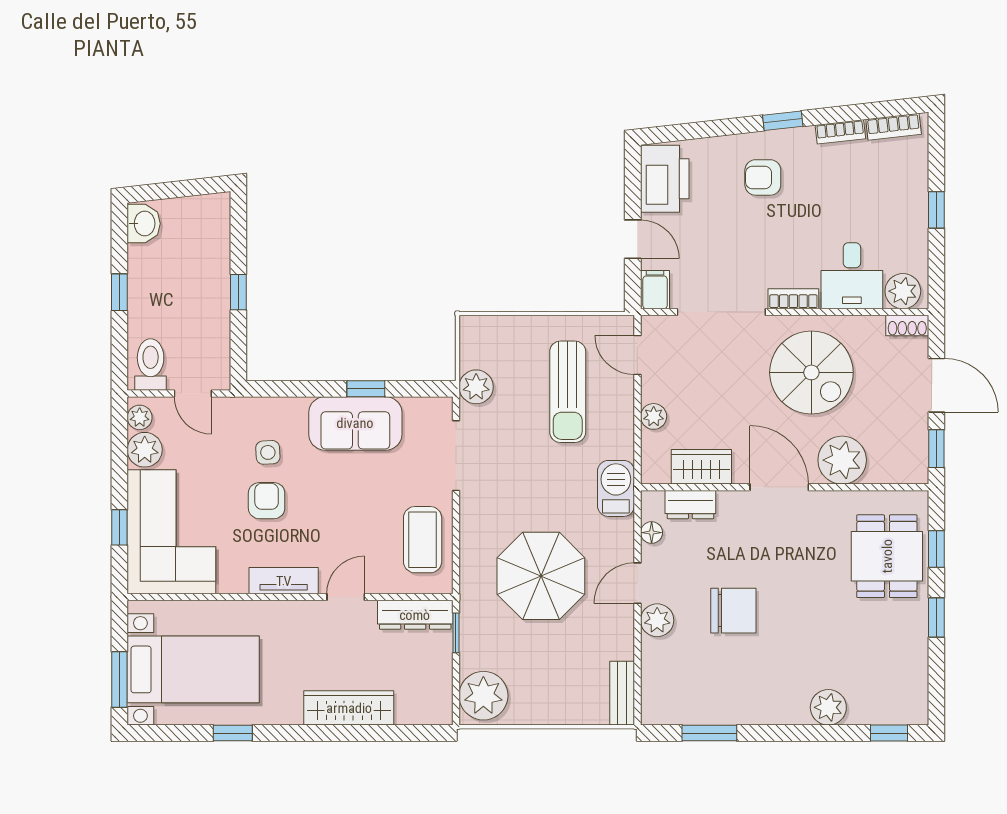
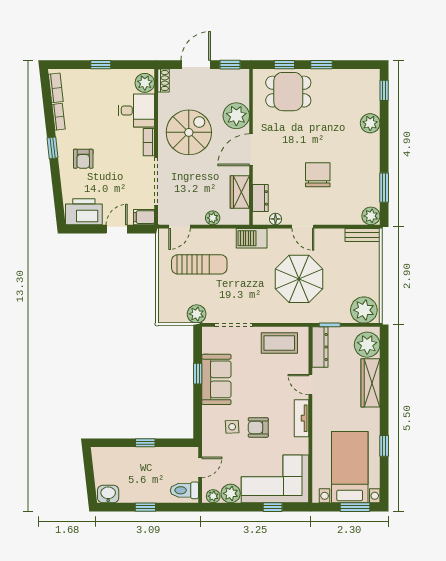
plant: (657, 620) -> (371, 216), moved
plant: (419, 702) -> (367, 345), added

